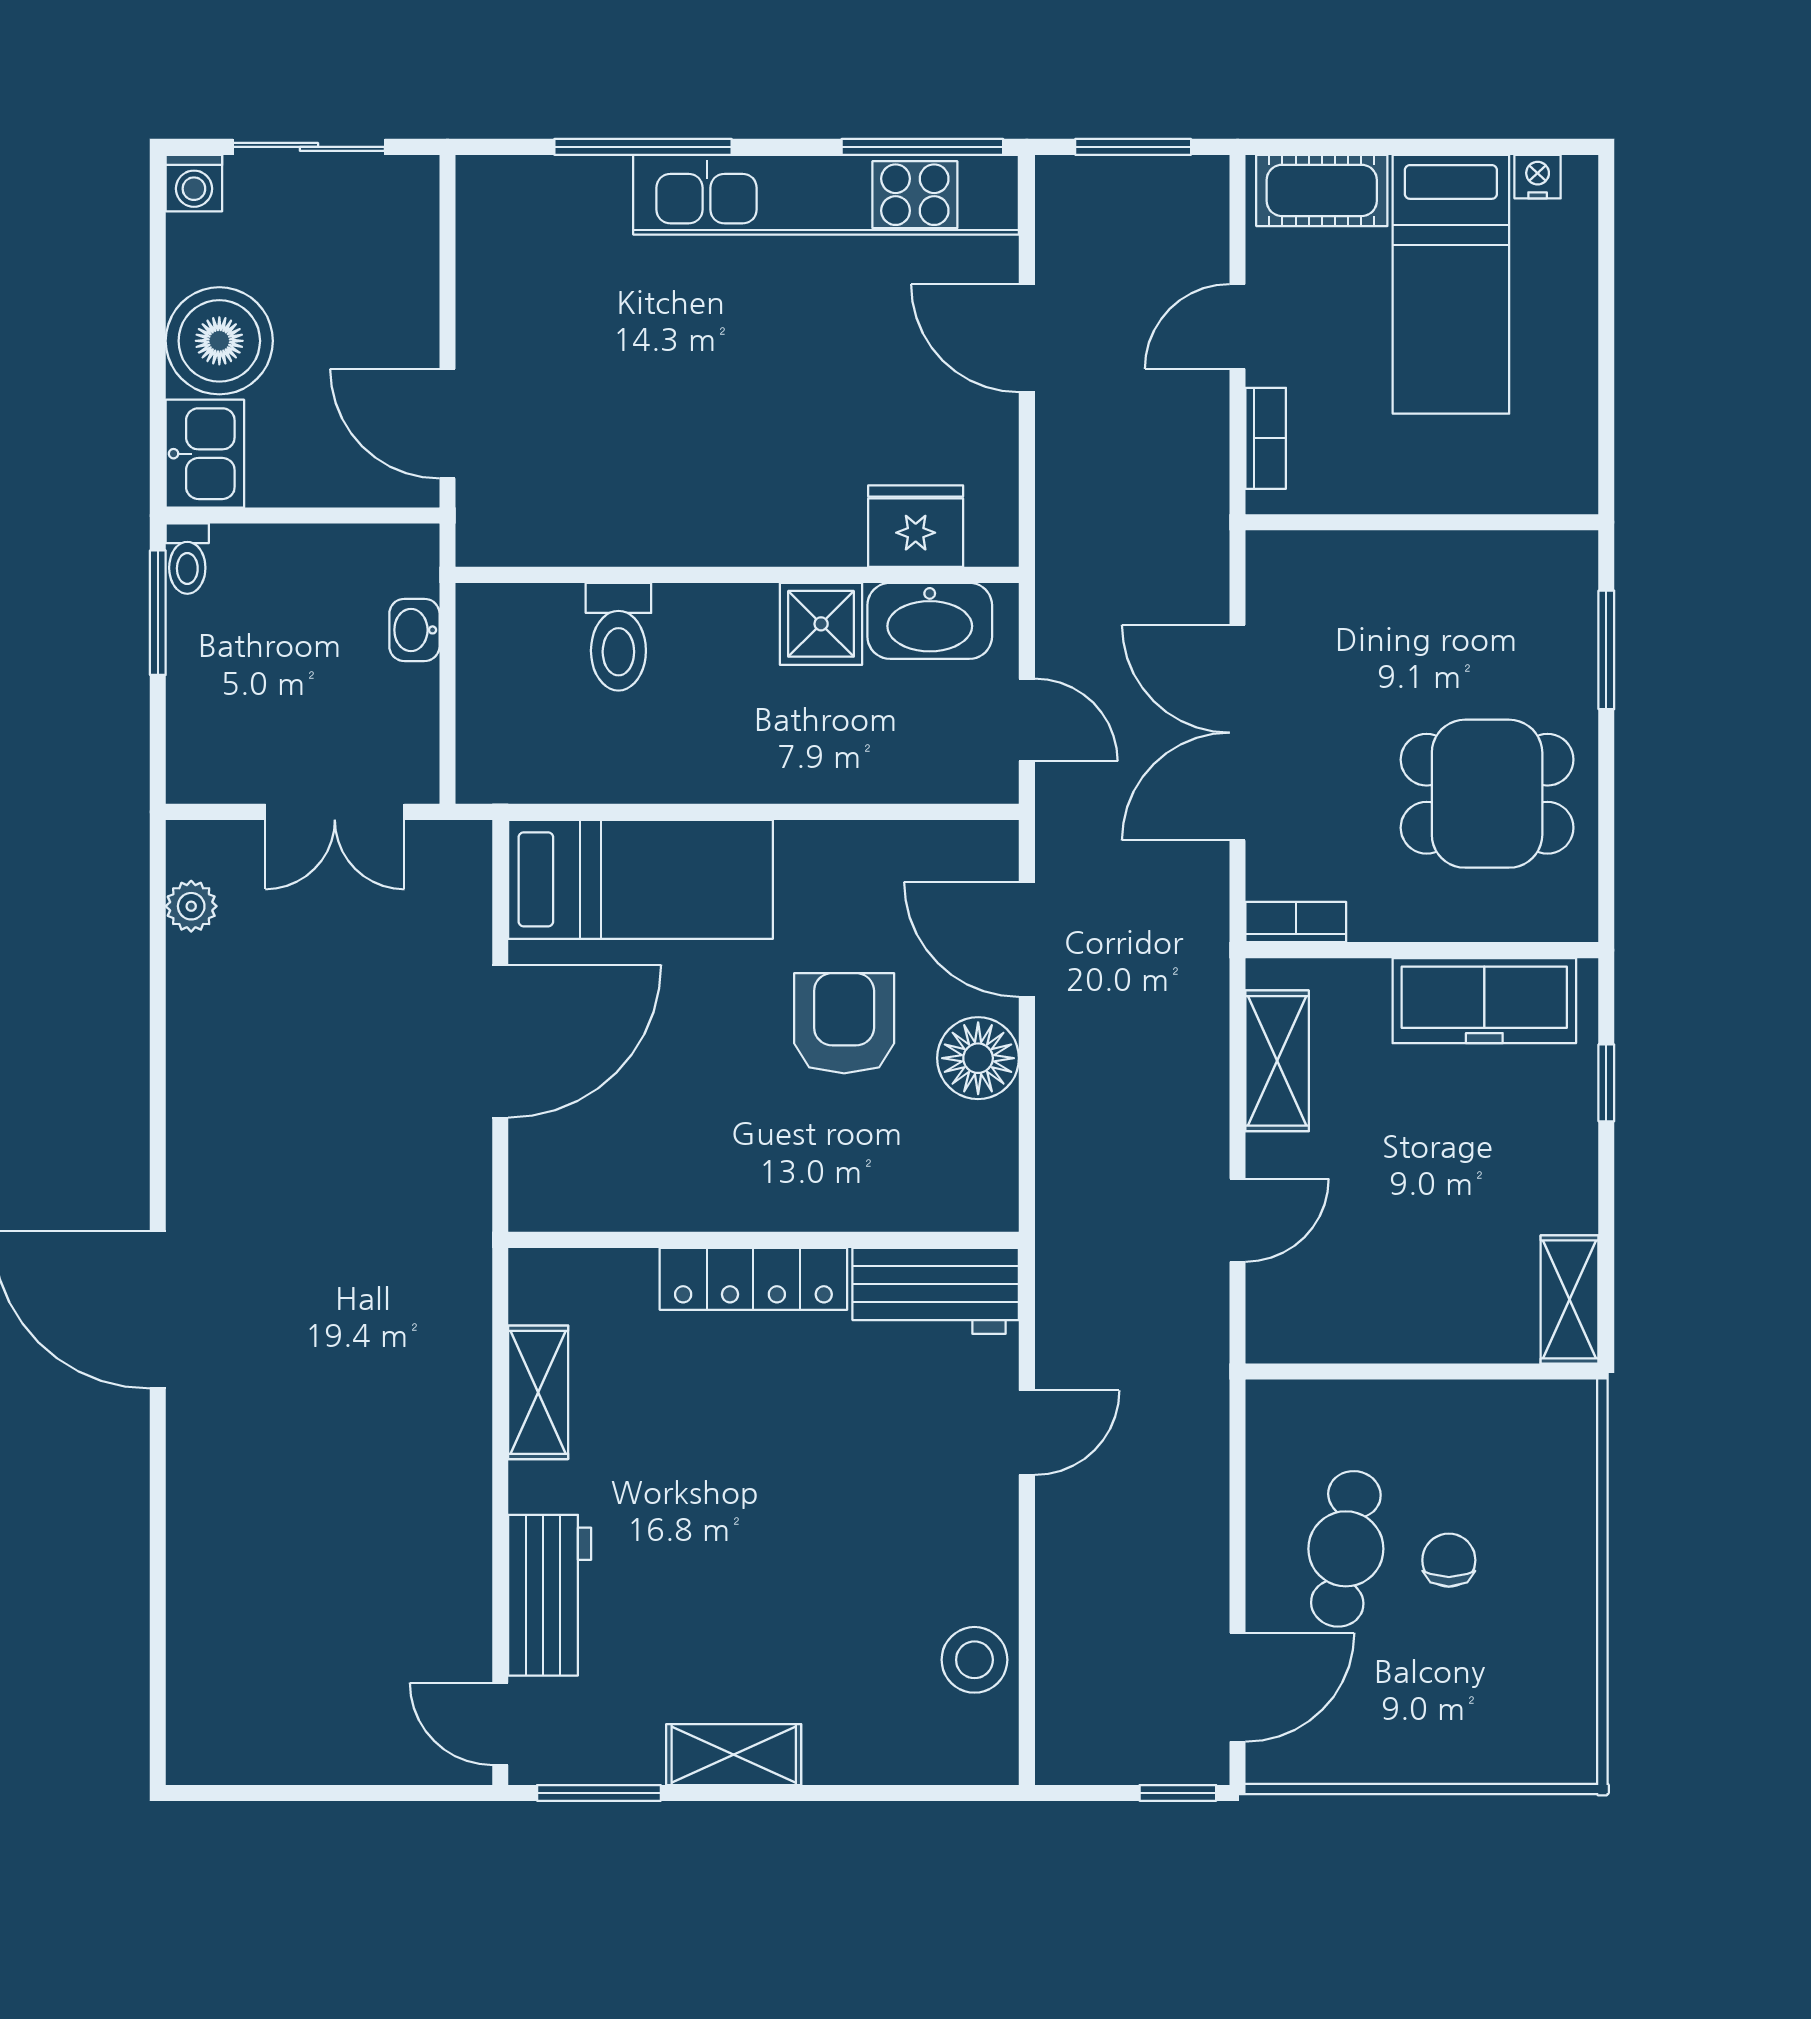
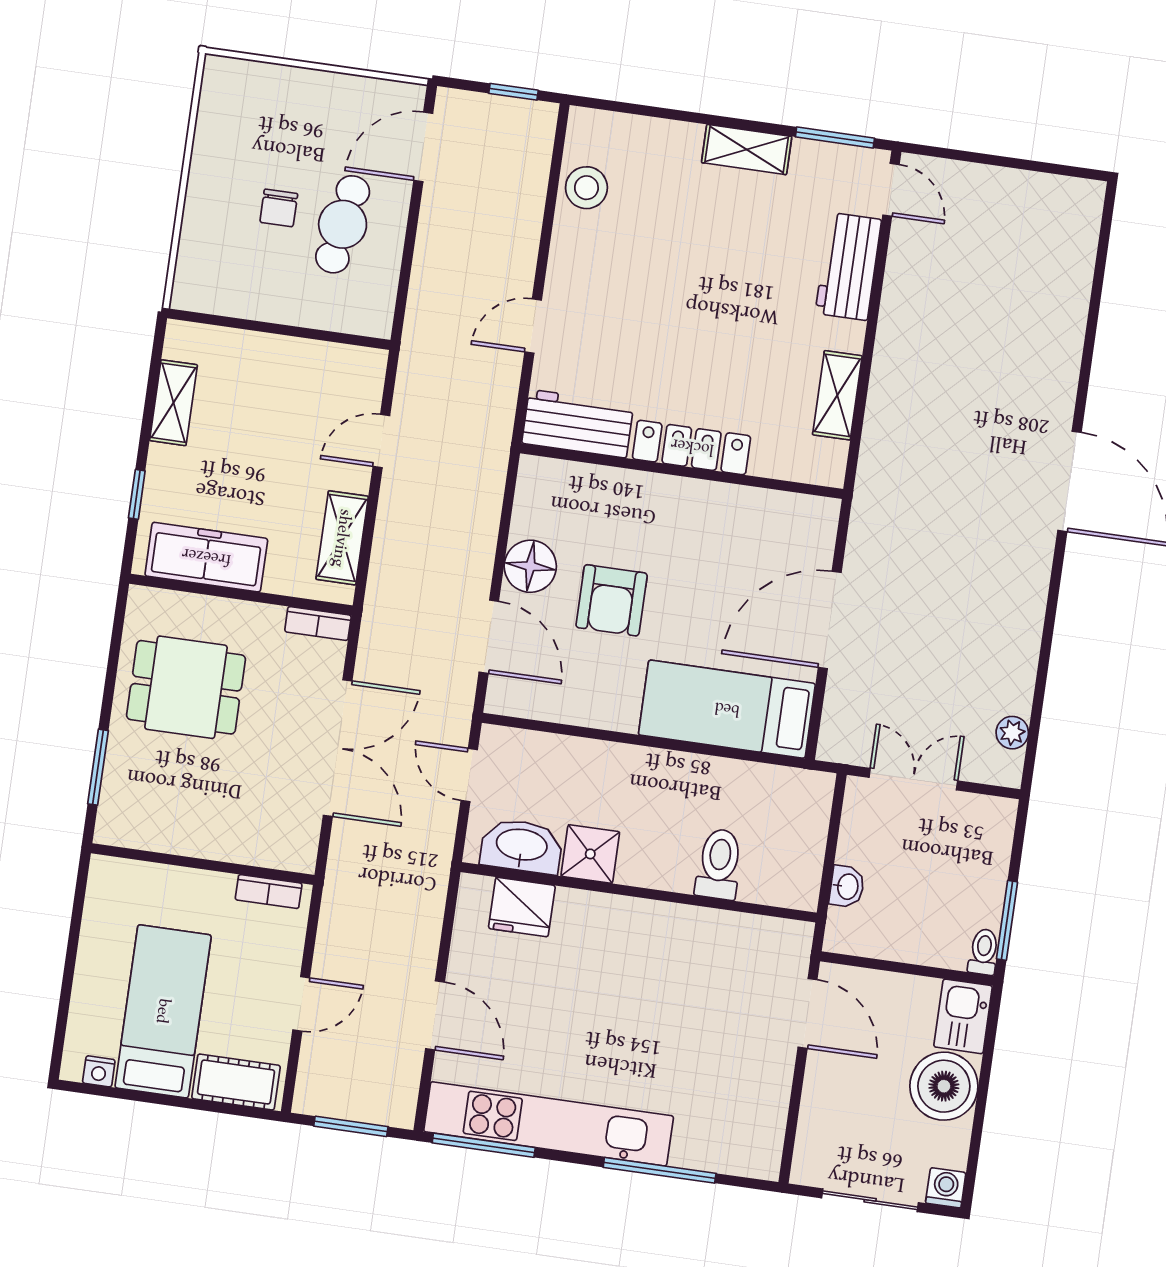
bookcase: (1266, 438) -> (269, 892), moved, turned -90
shelving: (1570, 1299) -> (173, 403), moved
window: (1178, 1793) -> (513, 92), moved

